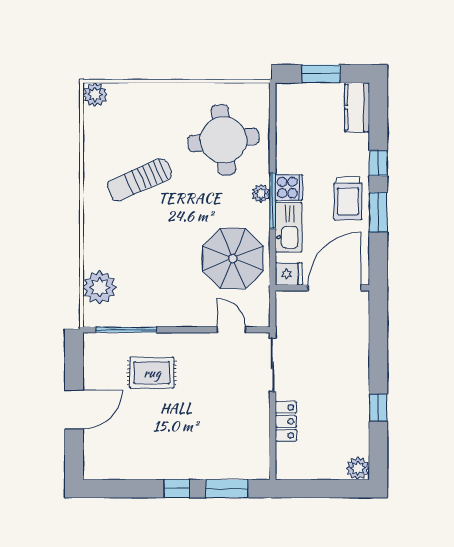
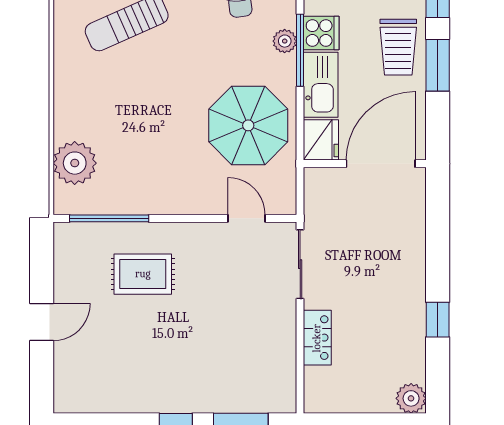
fridge: (289, 274) -> (321, 140), width x1.38
door: (74, 410) -> (42, 322), width x0.73

